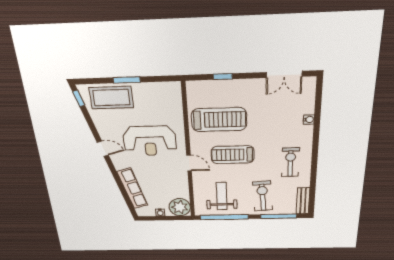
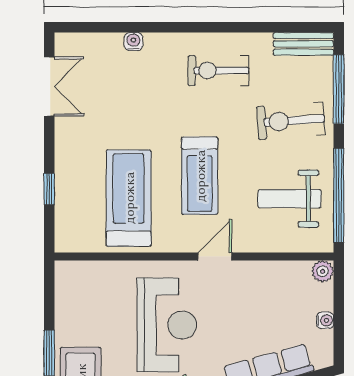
plant: (180, 207) -> (323, 271), width x0.53, depth x0.53

